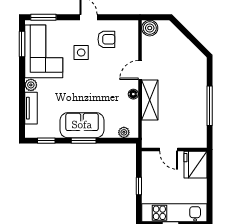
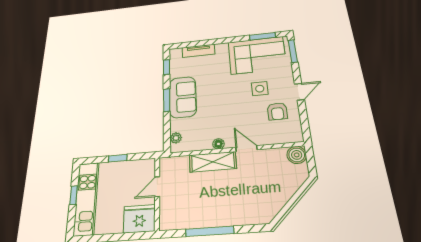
plant: (31, 85) -> (222, 48), removed

